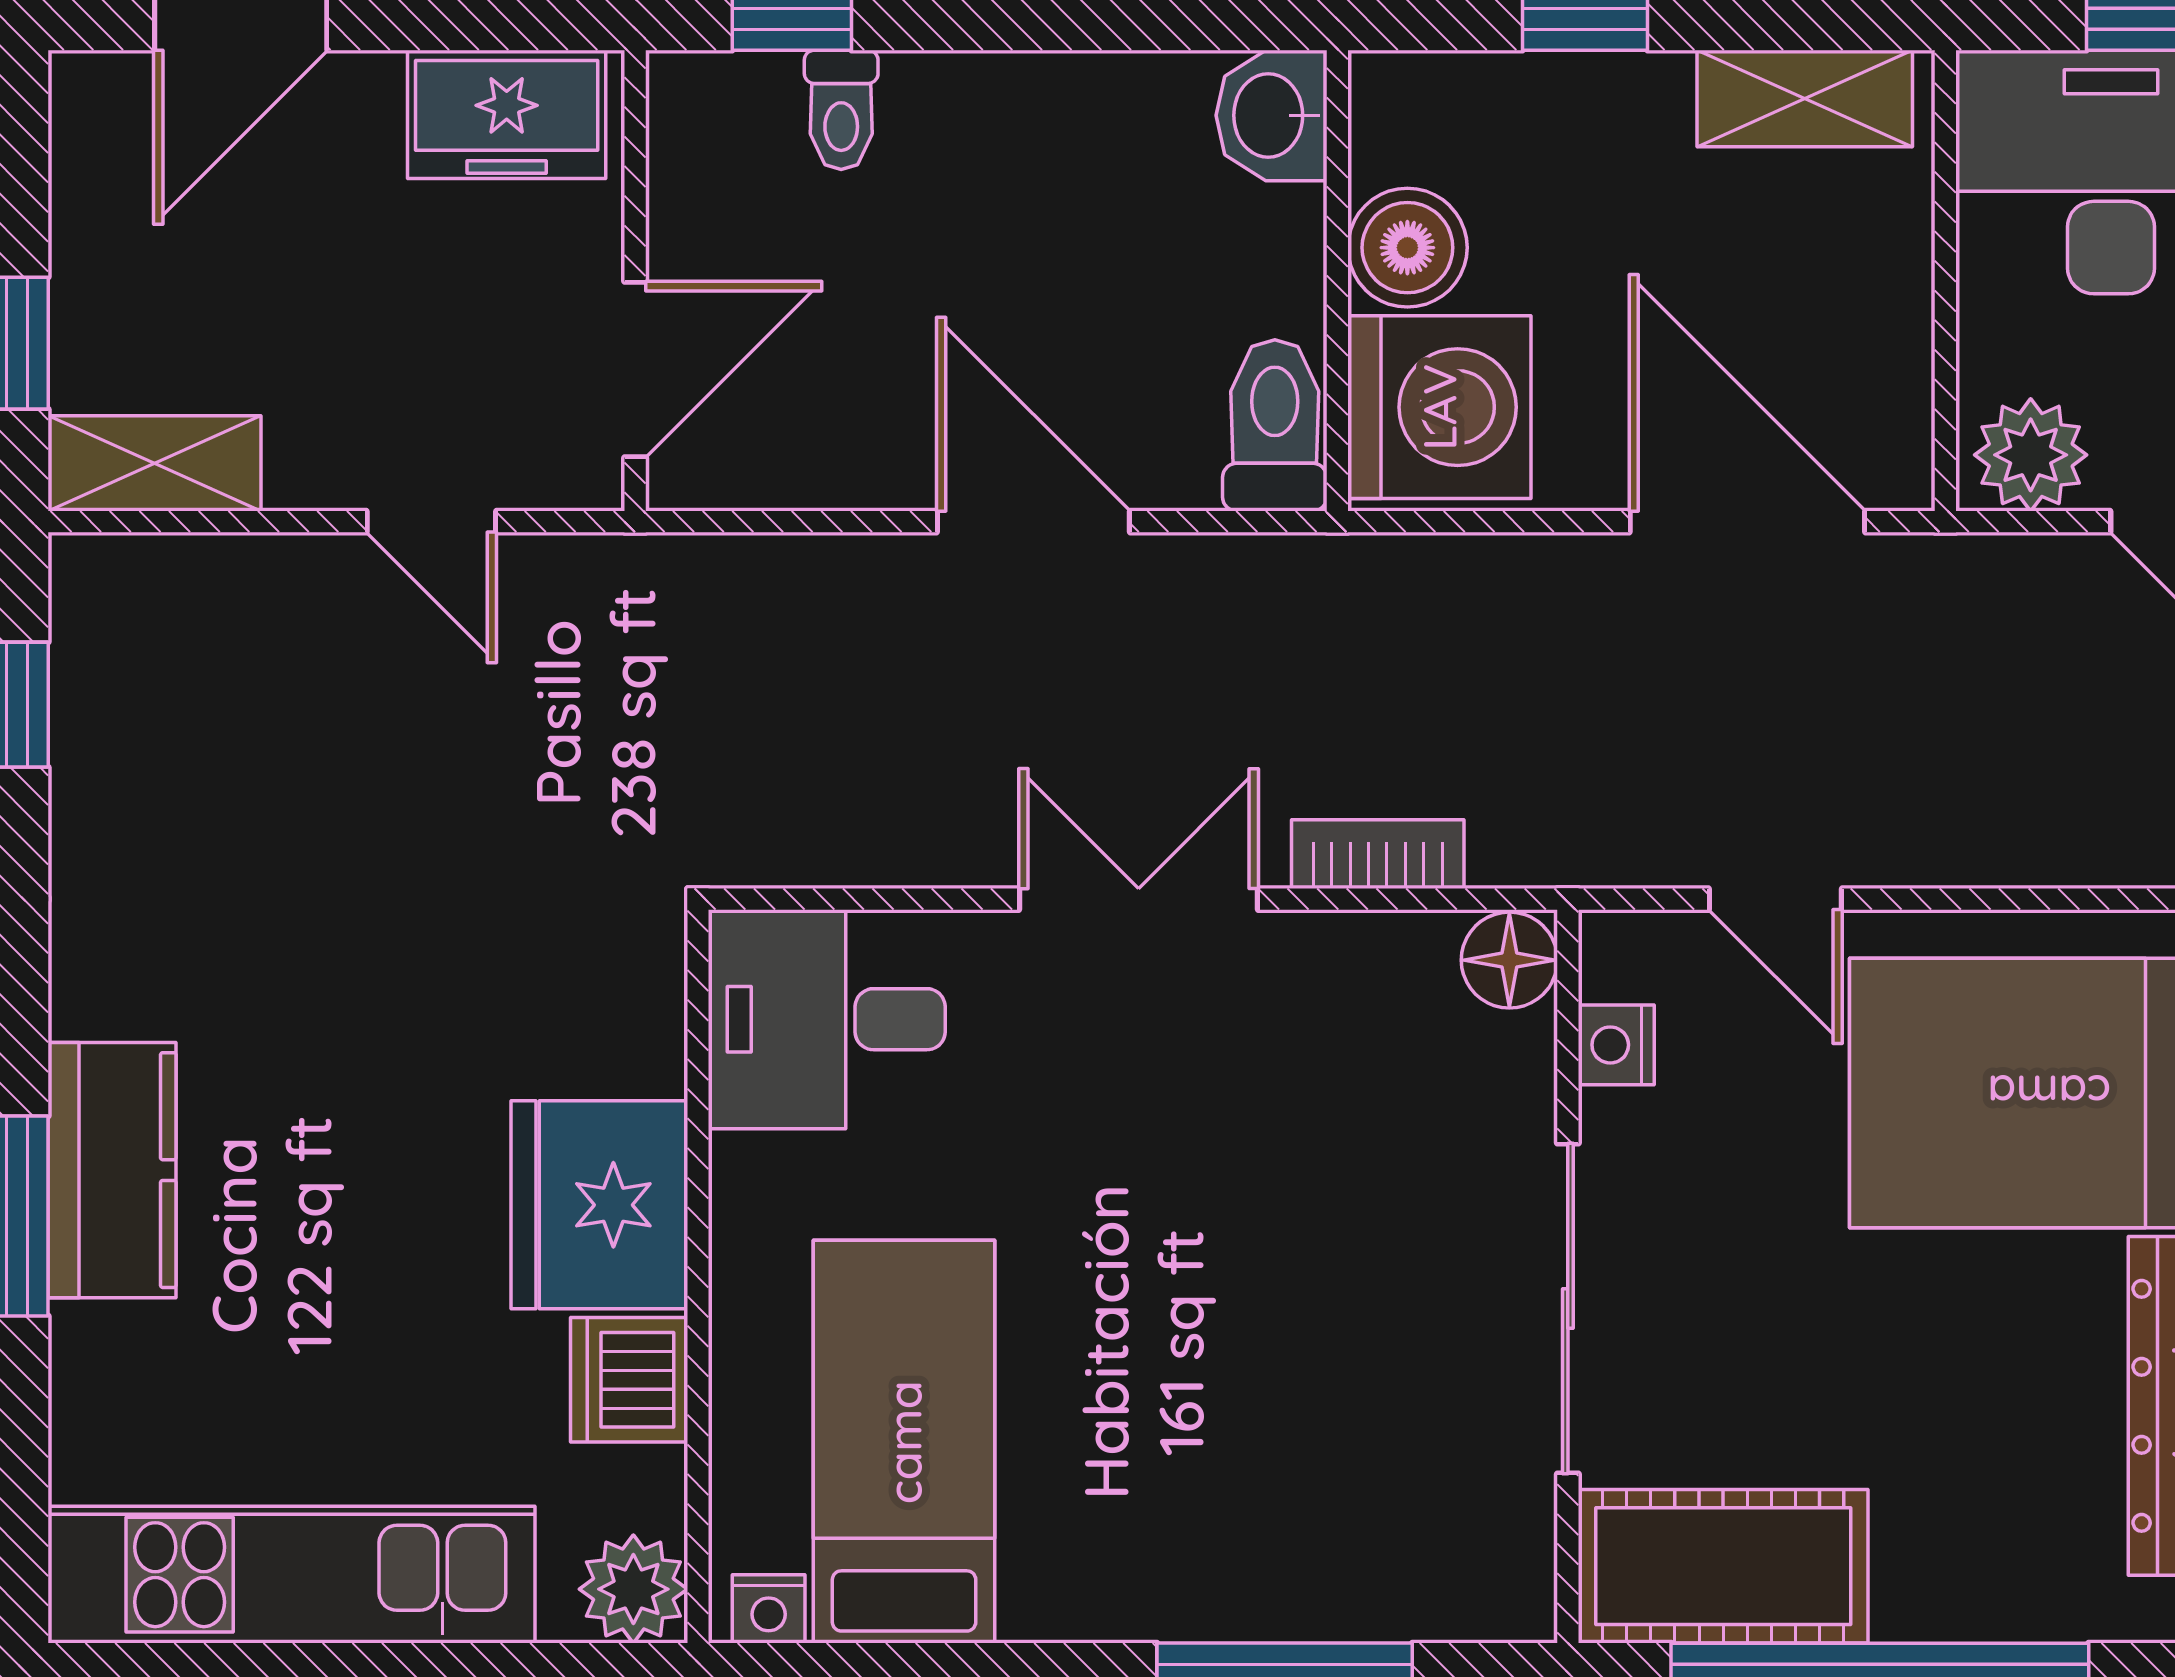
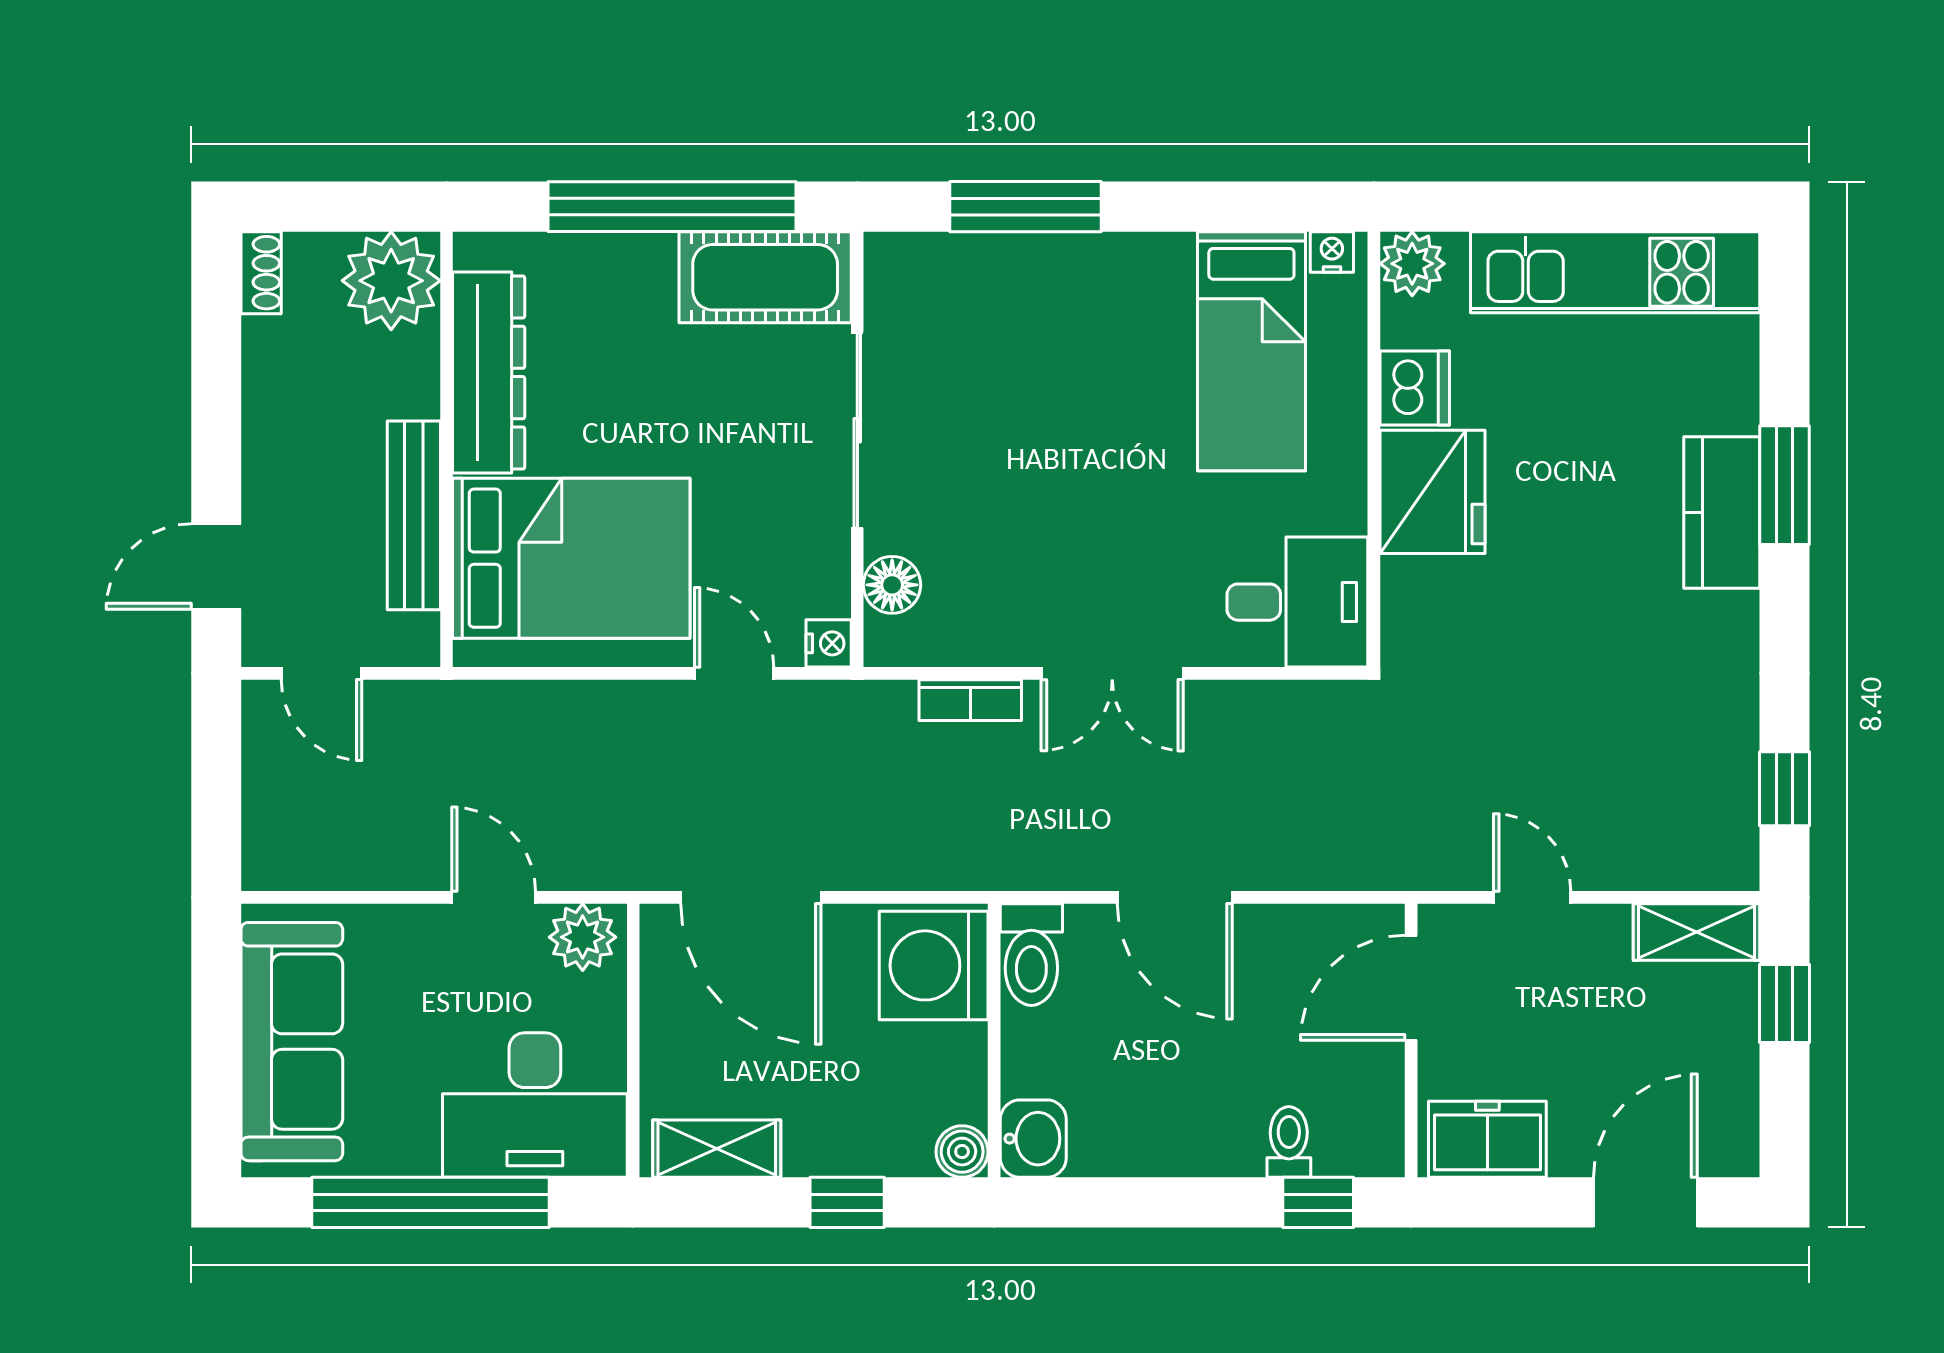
boiler: (1407, 248) -> (962, 1152), moved, width x0.73, depth x0.73
floor lamp: (1509, 960) -> (892, 585), moved
nightstand: (1616, 1045) -> (829, 643), moved

